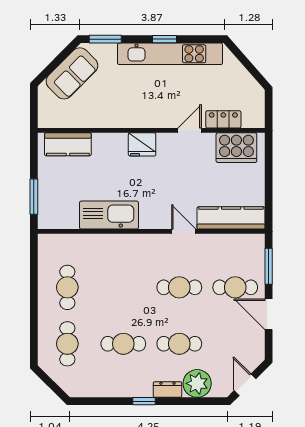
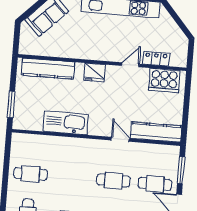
kitchen counter: (68, 144) -> (48, 69), width x1.50
cafe table: (67, 287) -> (31, 174), turned 90

